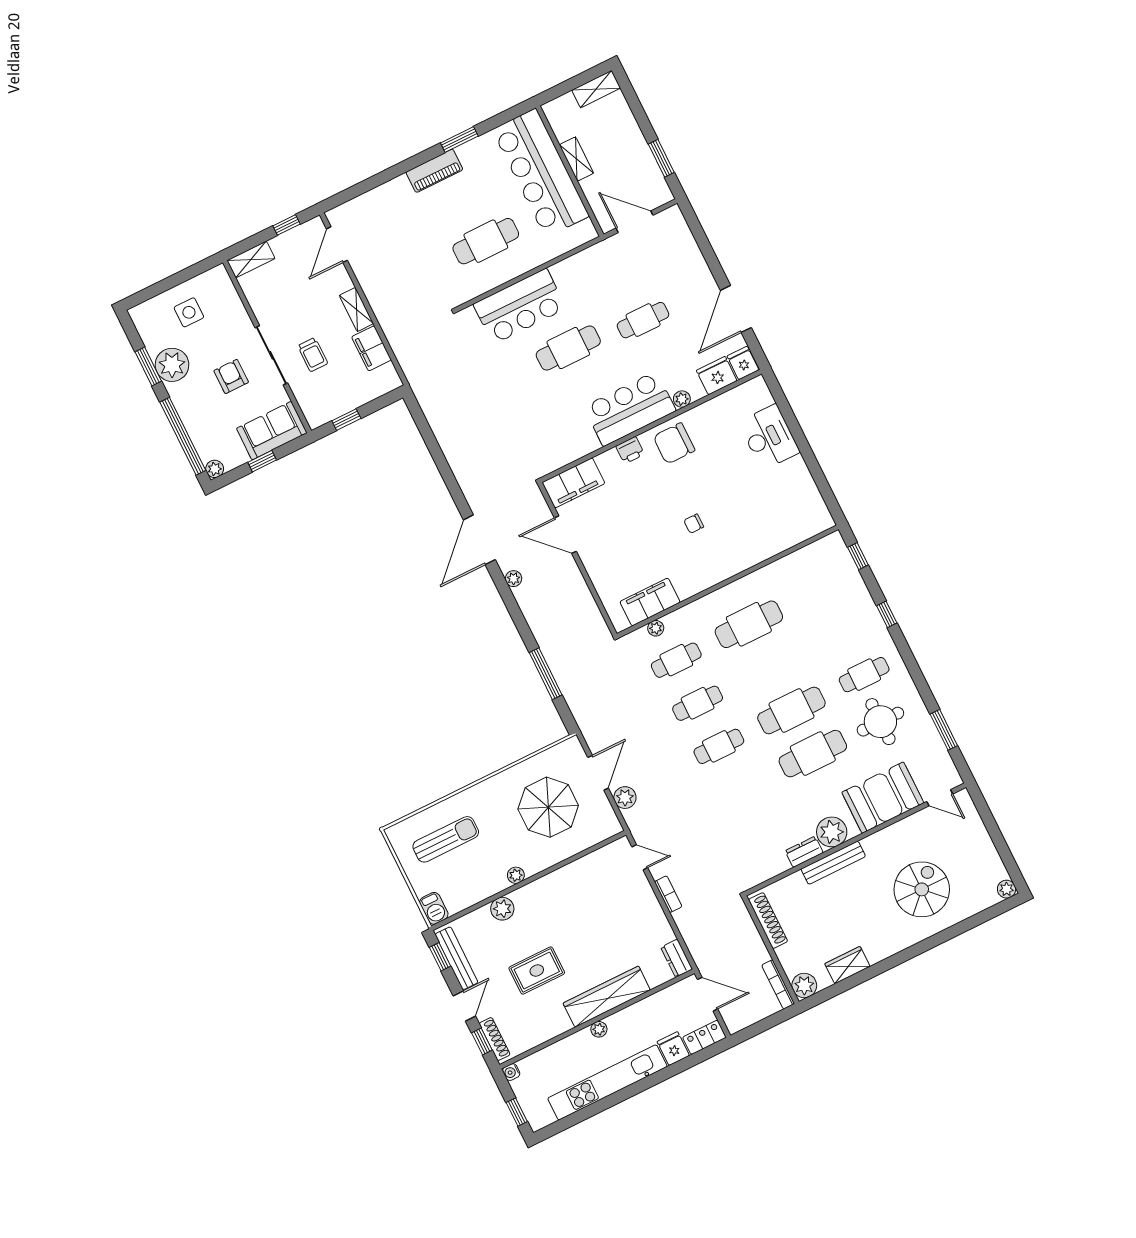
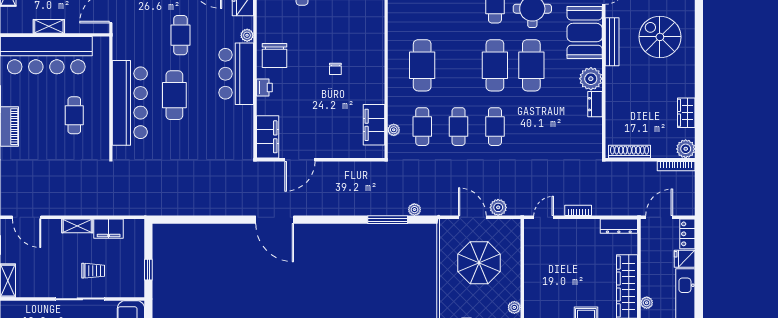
cafe table: (486, 241) -> (74, 115), width x0.73, depth x0.74
bar counter: (520, 306) -> (130, 103), width x1.36
plant: (514, 579) -> (414, 210), moved
bench: (833, 863) -> (612, 42), moved
dresser: (677, 958) -> (619, 226), width x1.44

